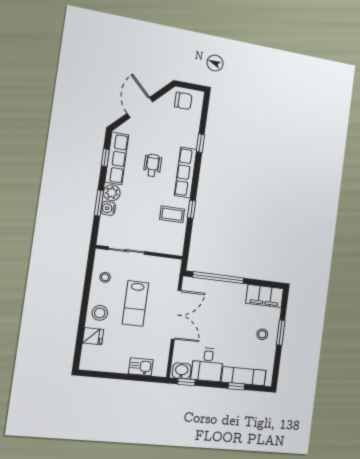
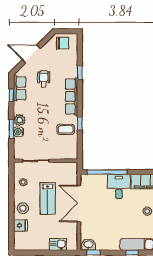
door: (140, 108) -> (31, 54), hinge flipped
row of seats: (117, 158) -> (20, 88), width x0.68
wheelchair: (152, 165) -> (44, 79), moved
double door: (176, 315) -> (79, 203), swing flipped
desk: (207, 364) -> (119, 186), moved, turned 180

